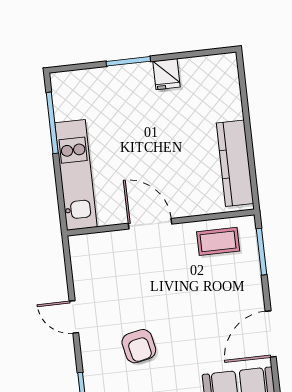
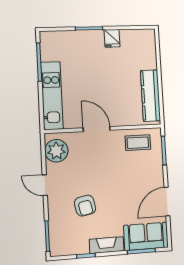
plant: (88, 262) -> (56, 151), added

